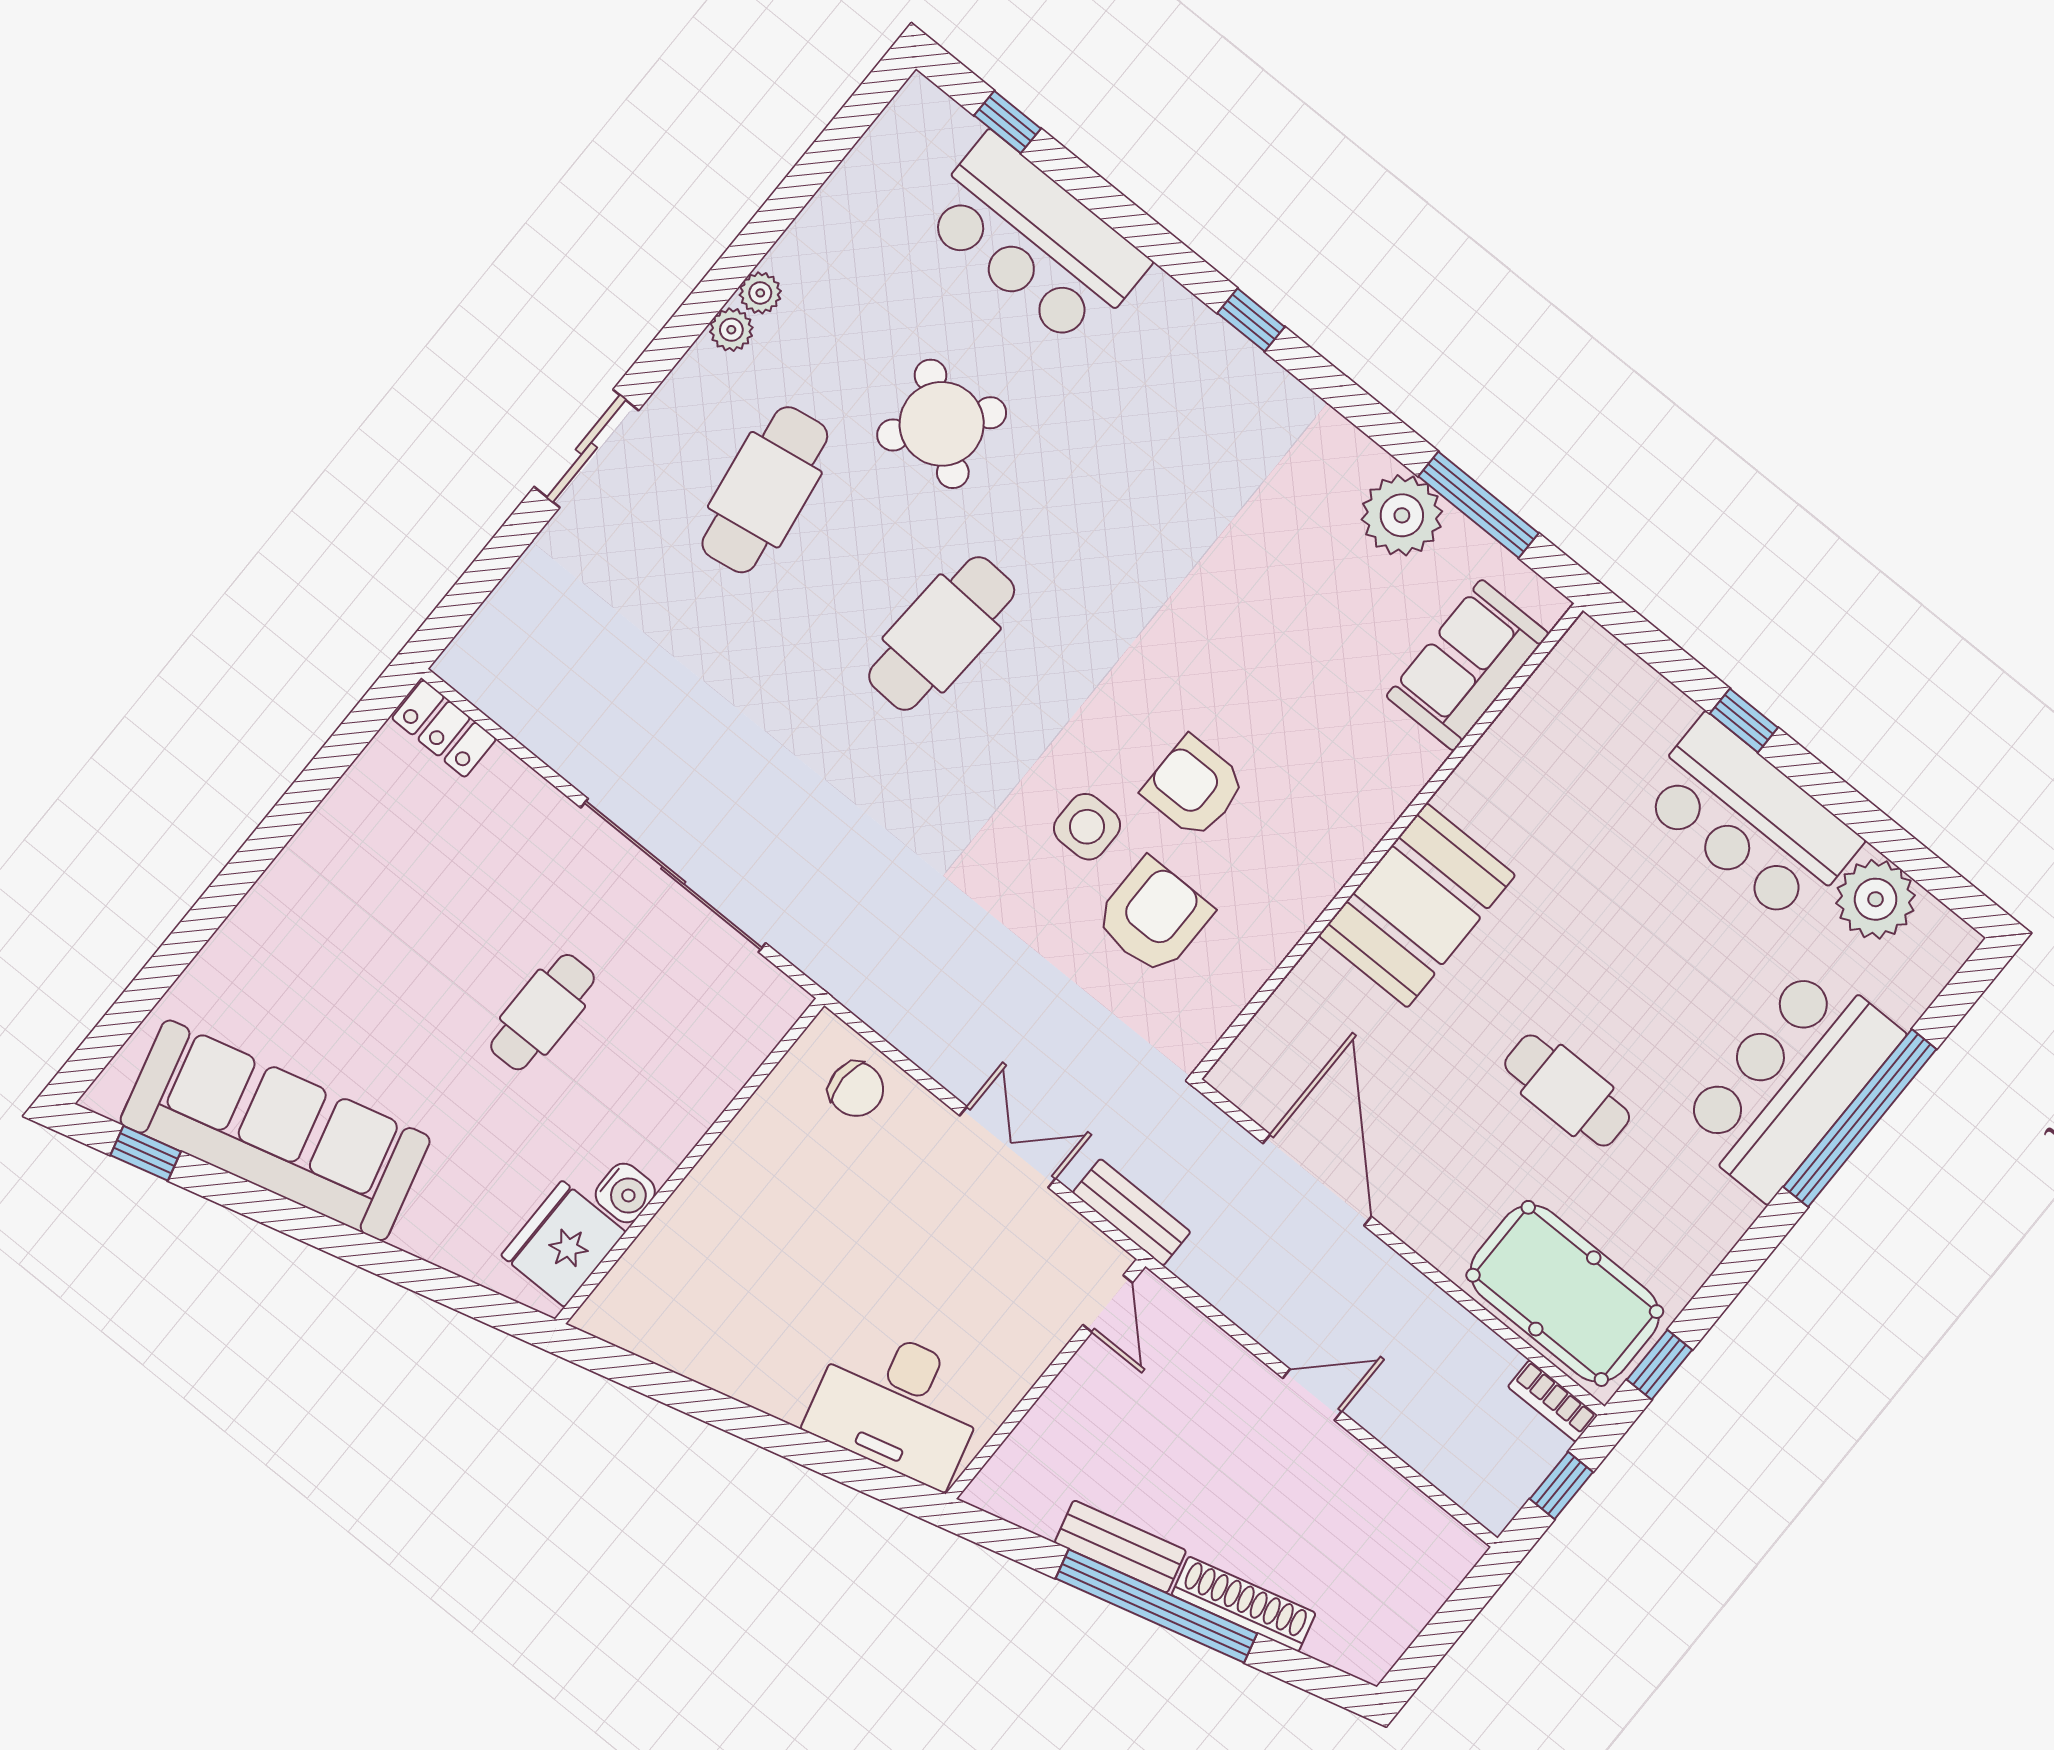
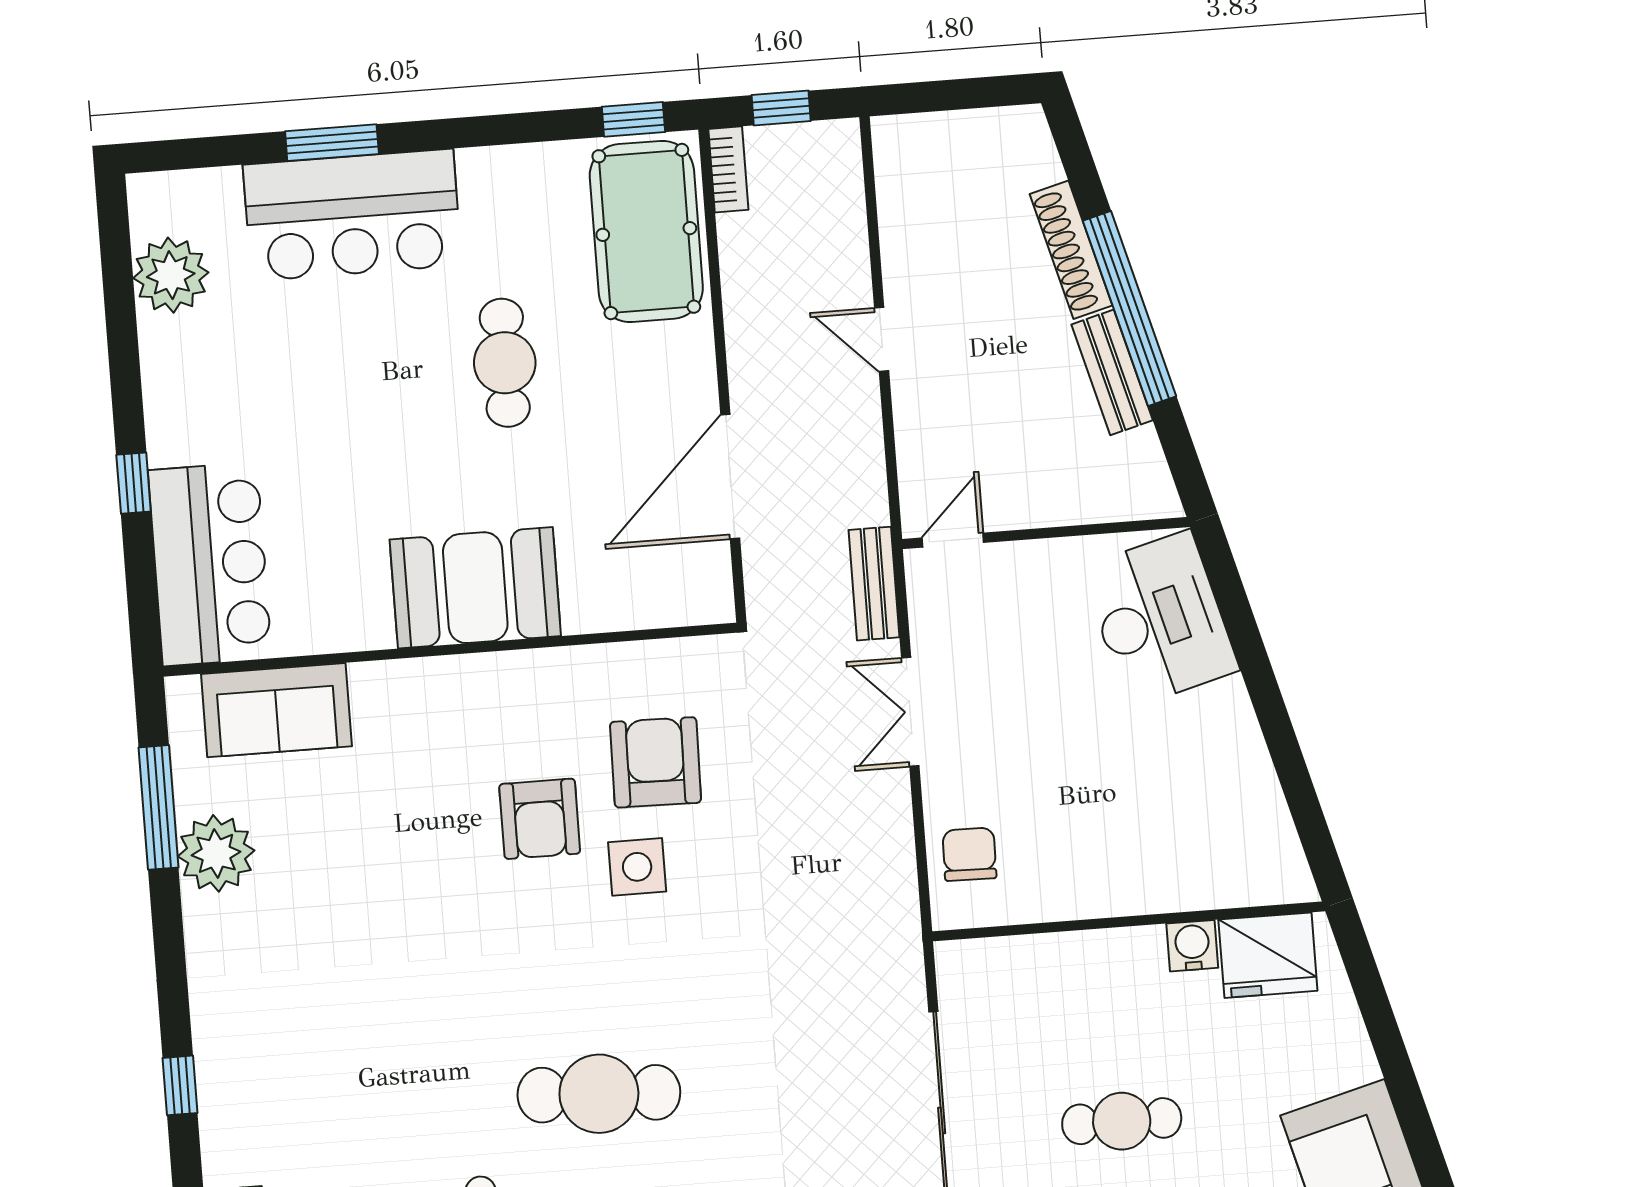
bar counter: (1750, 820) -> (210, 564), moved
armchair: (1153, 916) -> (656, 762), turned 91
window: (1860, 1118) -> (332, 143), width x0.47

